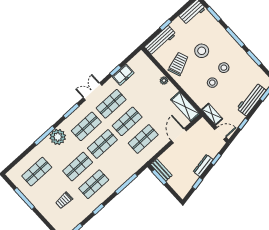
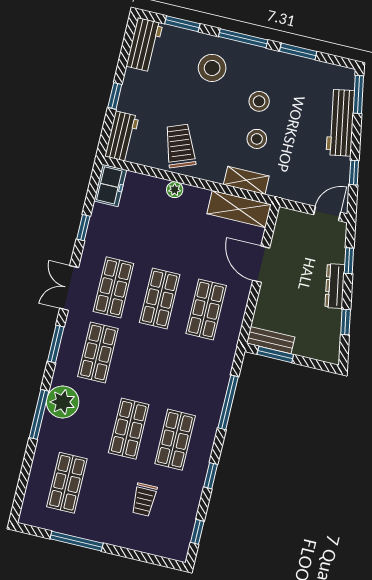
workbench: (160, 41) -> (122, 136), width x0.73
stool: (202, 51) -> (212, 68), moved
freezer: (123, 75) -> (110, 186), moved
shelving: (212, 114) -> (246, 180), moved
shop shelf: (102, 144) -> (144, 364), removed

